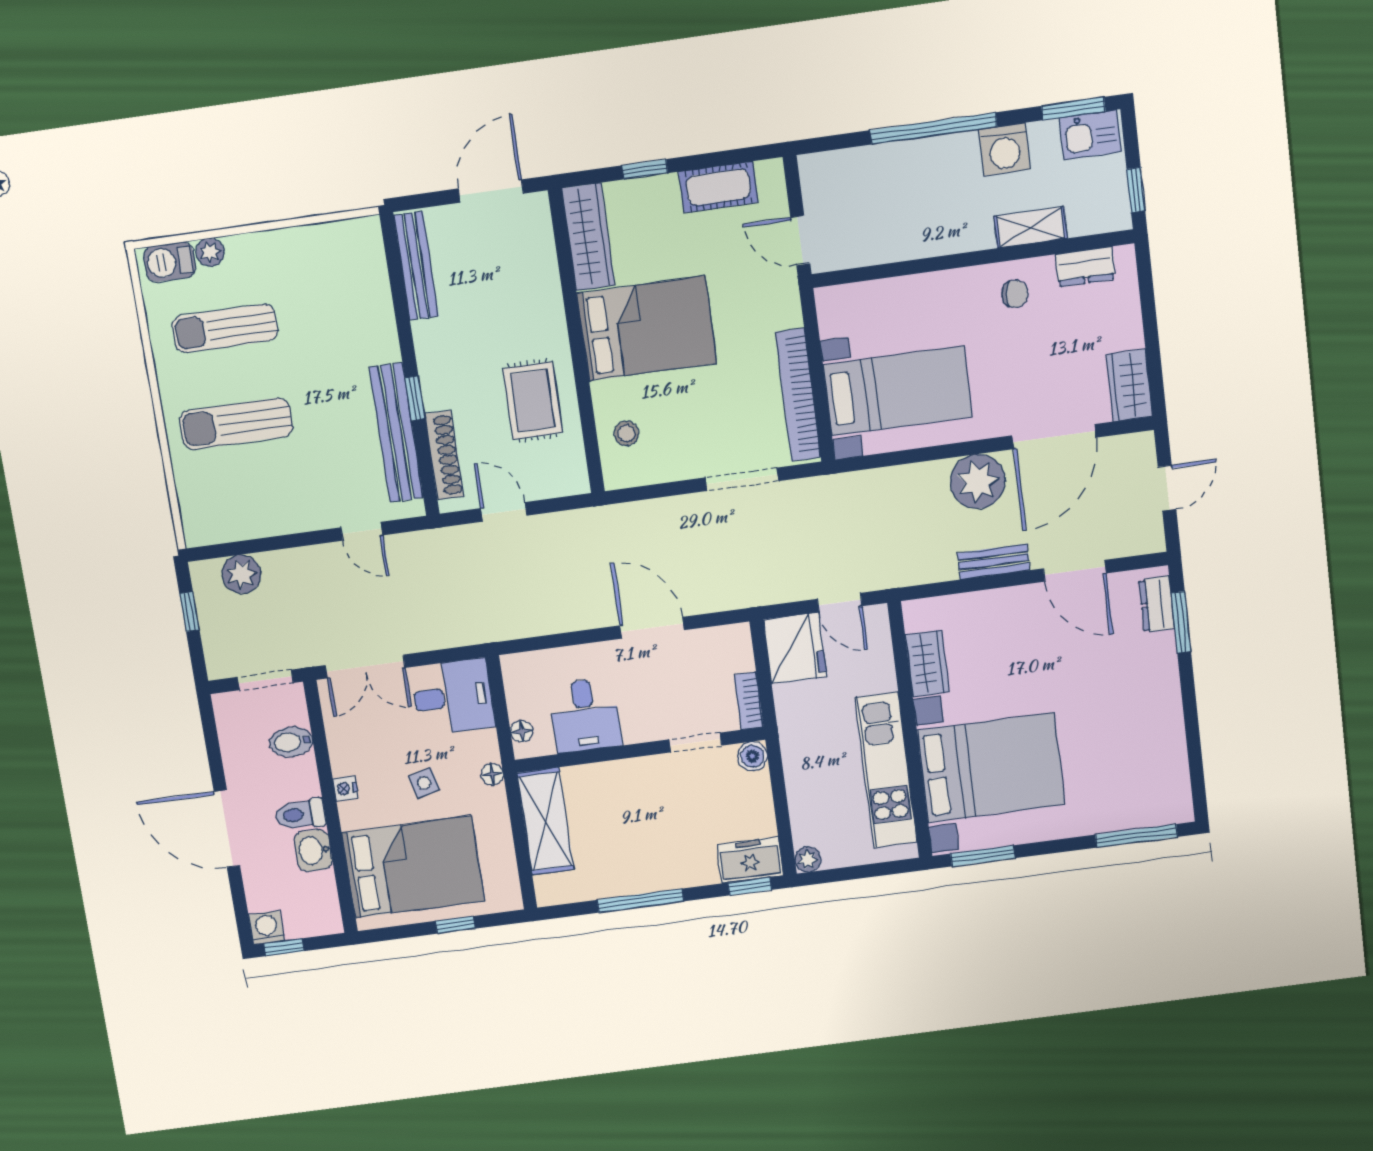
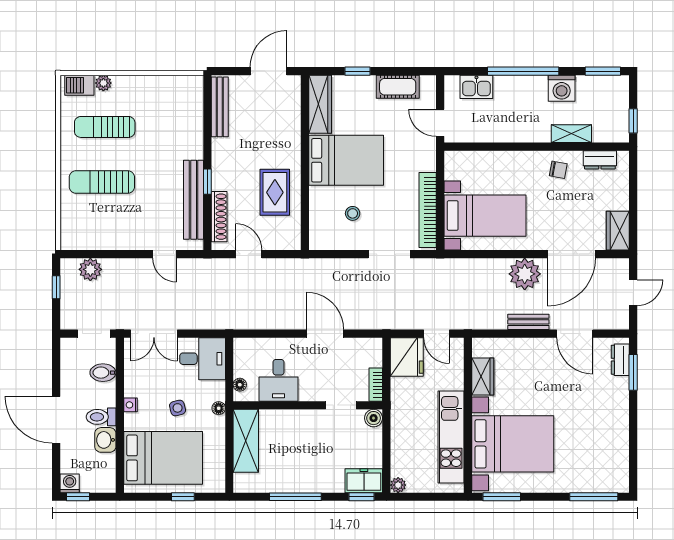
kitchen sink: (1090, 135) -> (476, 87), moved
stool: (626, 433) -> (353, 213), moved

